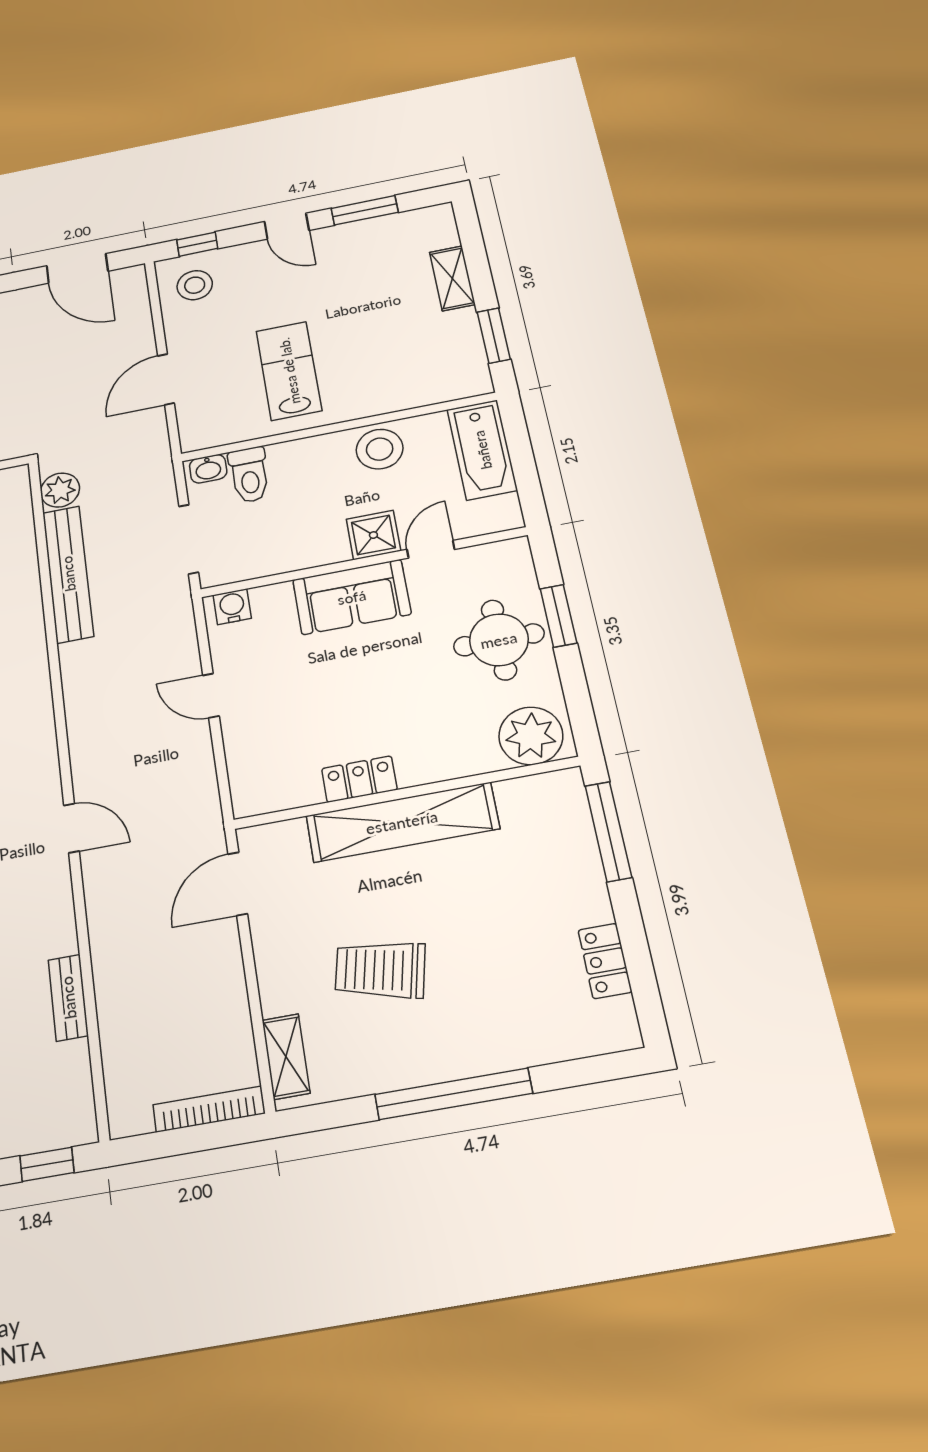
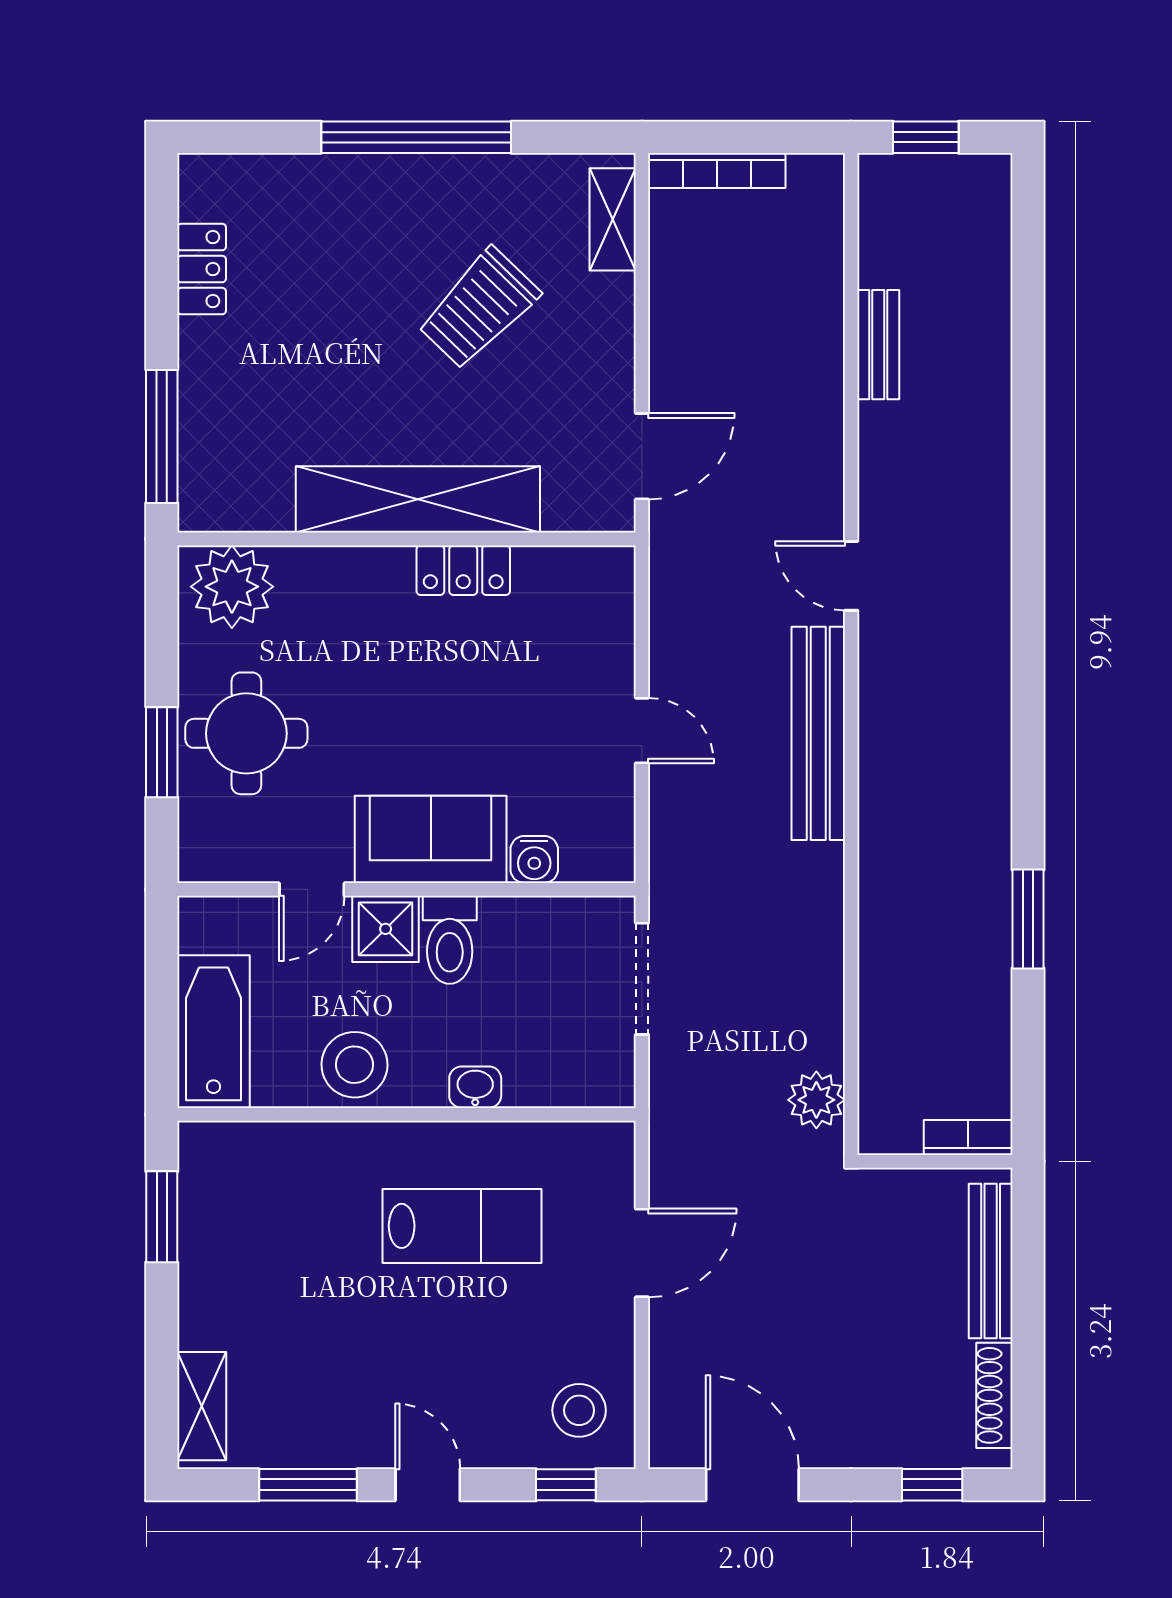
shelving: (452, 278) -> (202, 1406), moved
lab bench: (289, 371) -> (462, 1226), turned -90
washbasin: (208, 469) -> (475, 1087), moved
toilet: (249, 475) -> (450, 940), moved, turned 180
bench: (68, 574) -> (818, 733), moved
water cooler: (232, 607) -> (534, 859), moved
trolley: (380, 970) -> (479, 308), turned 122

